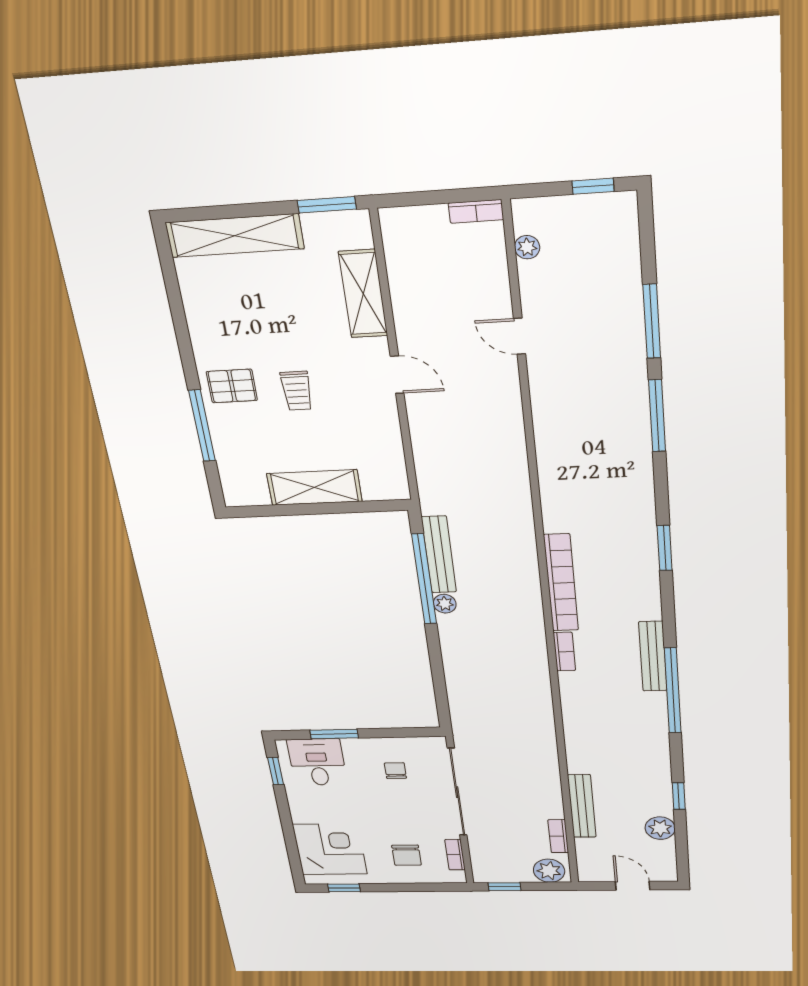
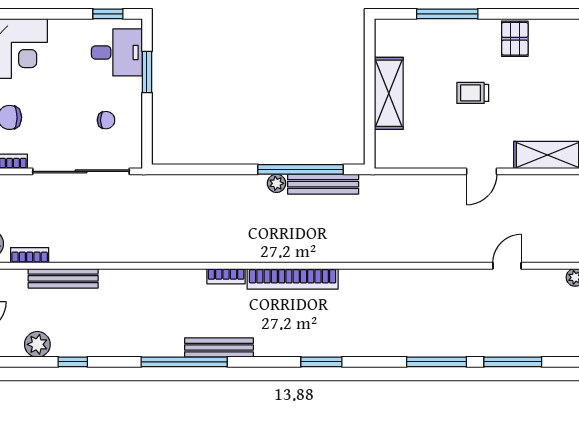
pallet: (232, 386) -> (515, 39), moved

